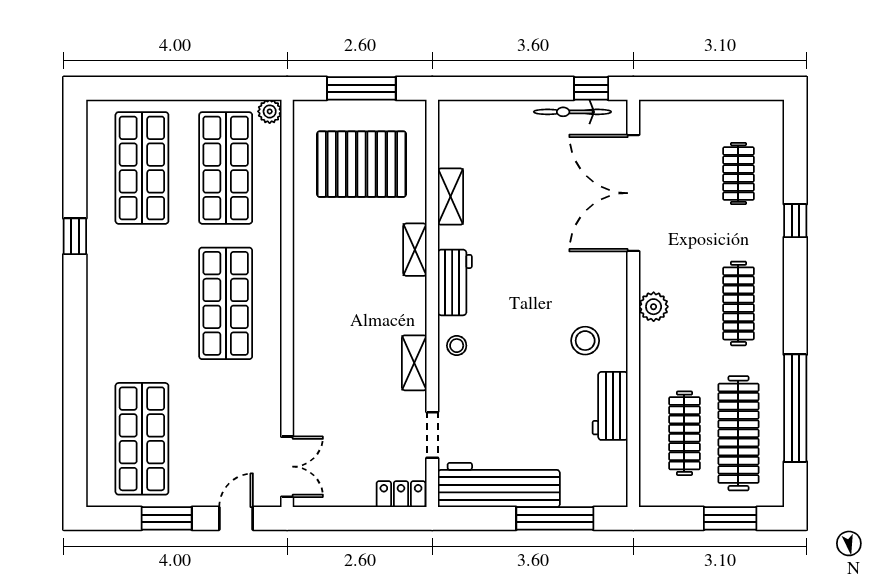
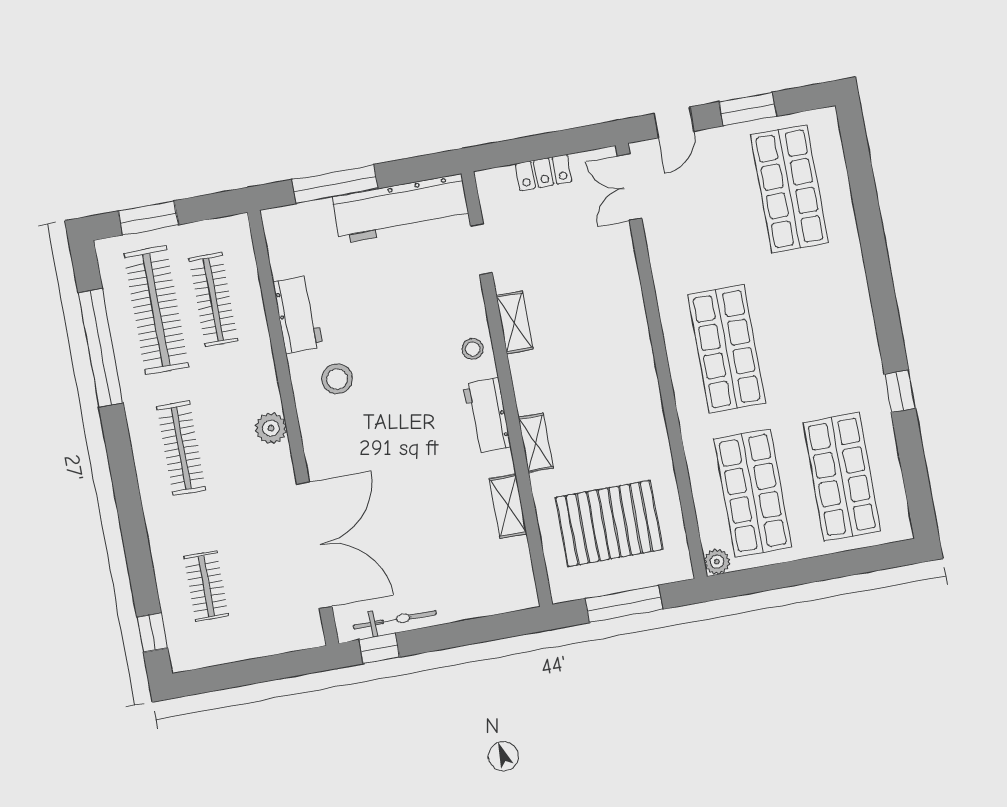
window: (795, 221) -> (152, 633), moved
locker: (401, 494) -> (544, 173), moved

